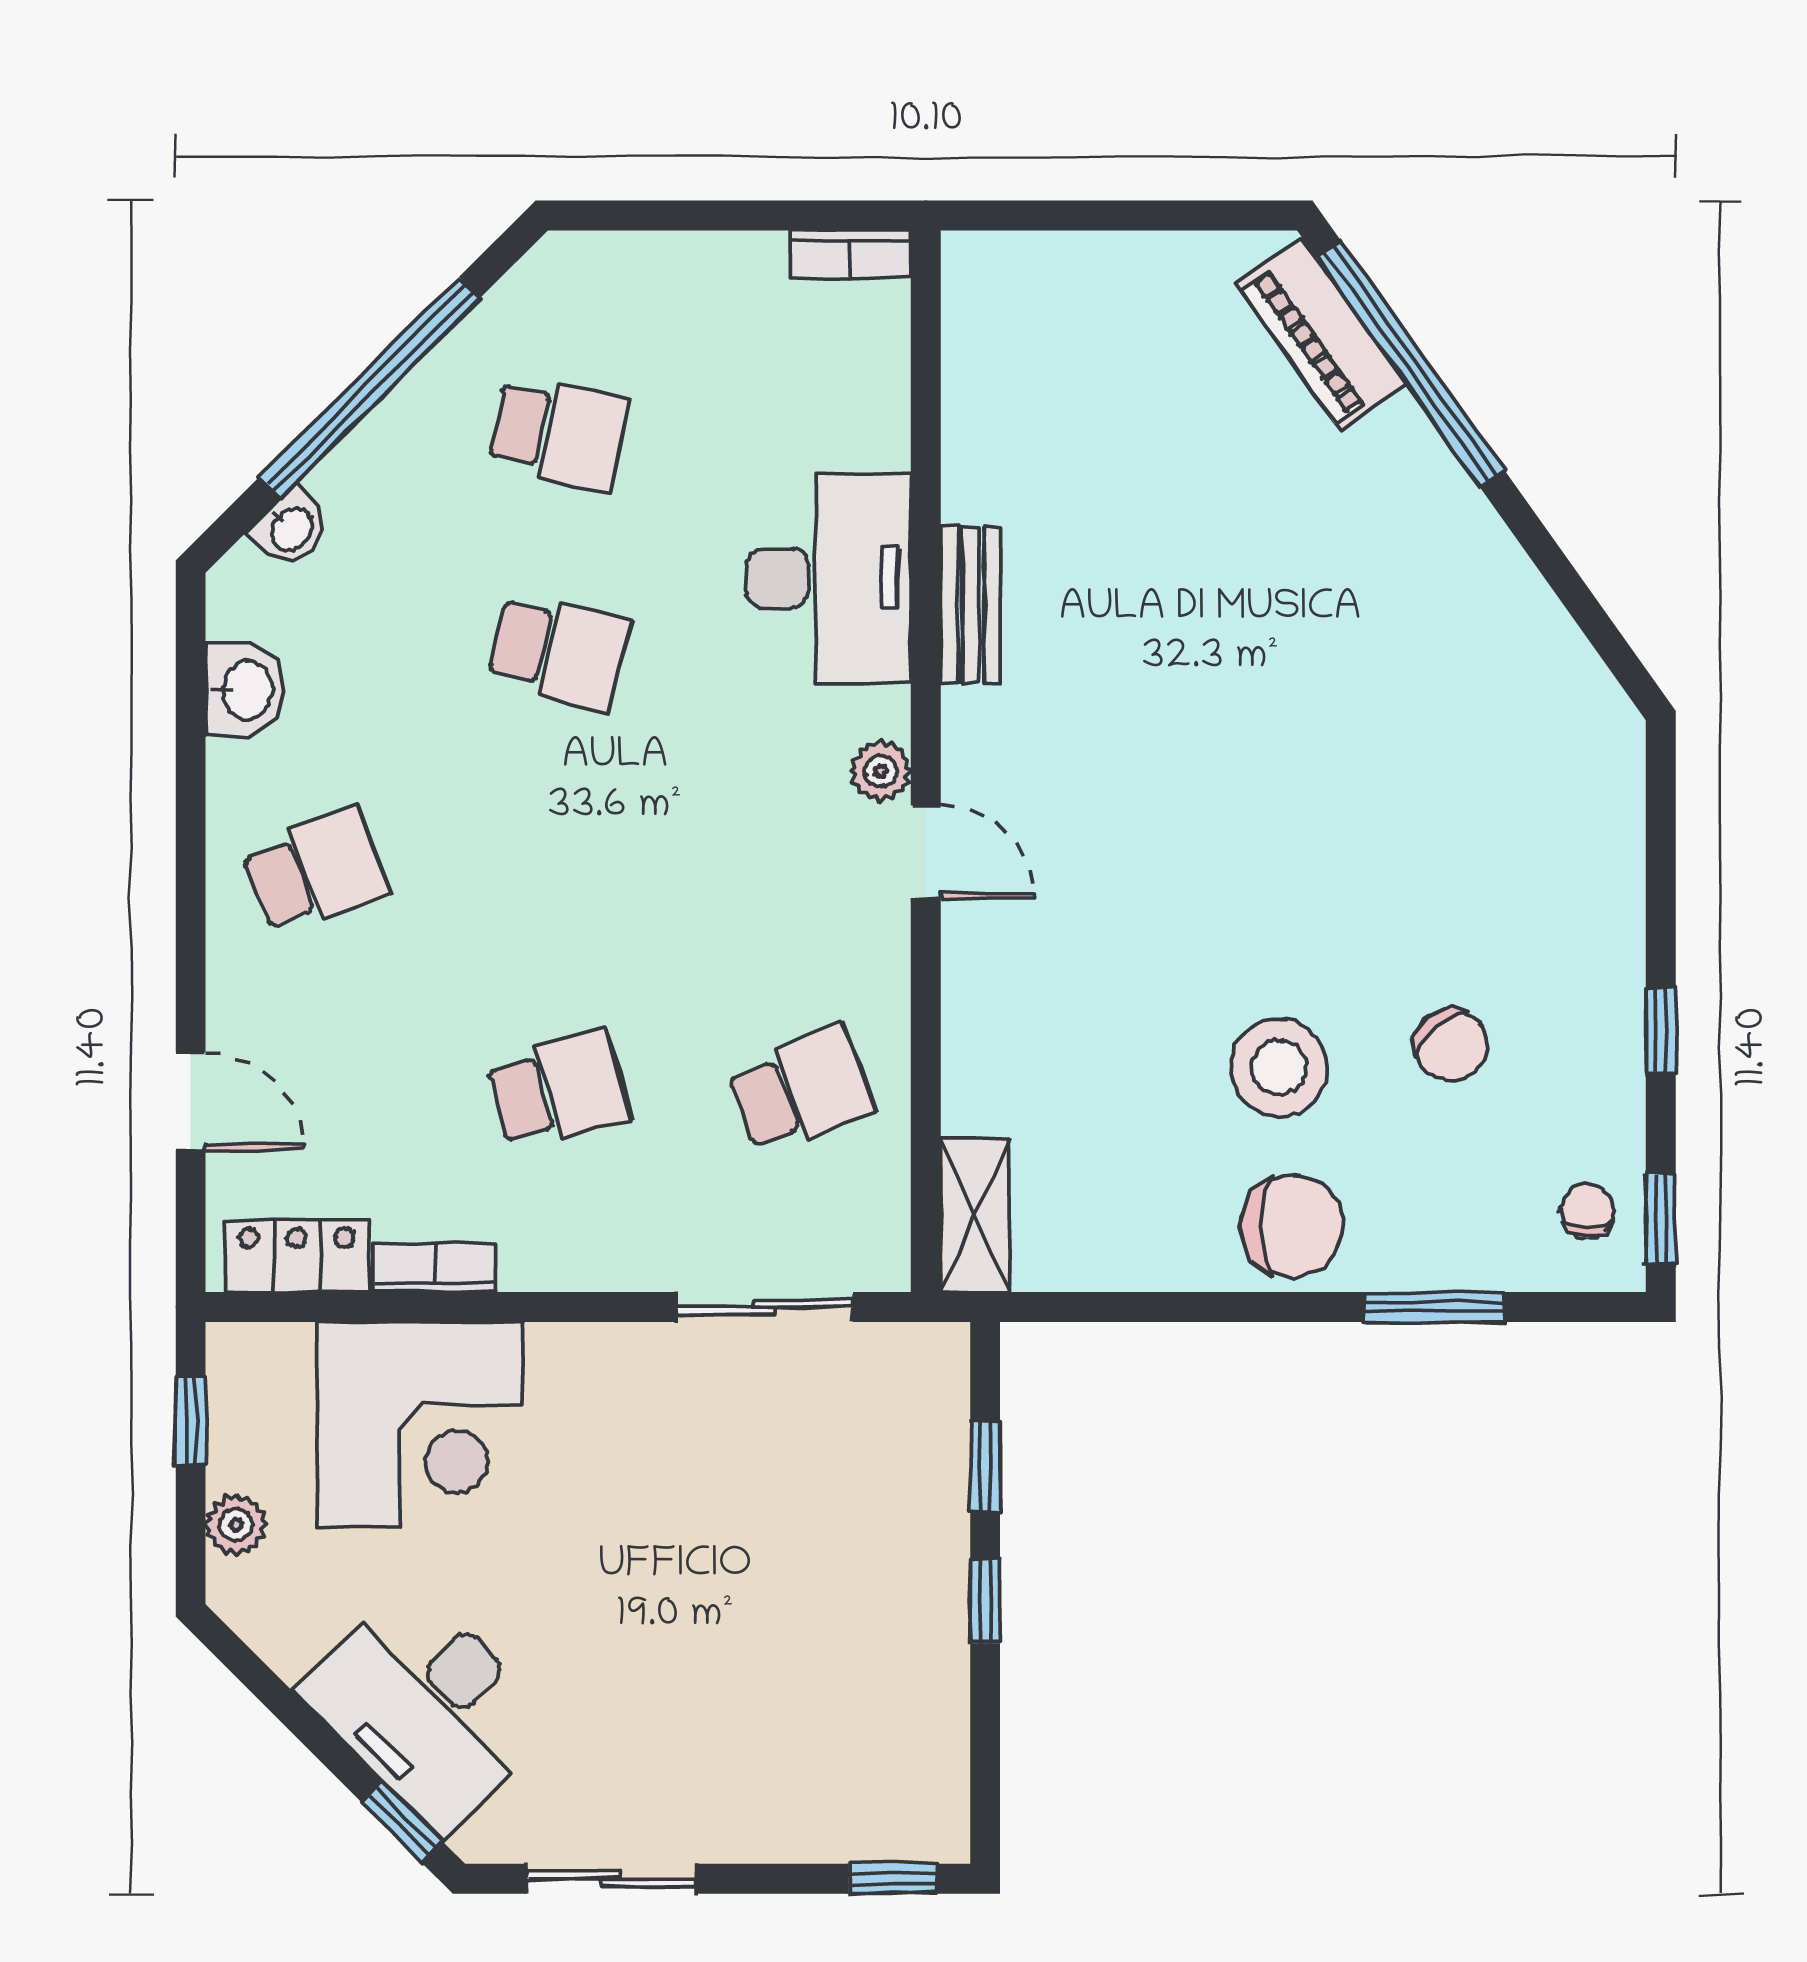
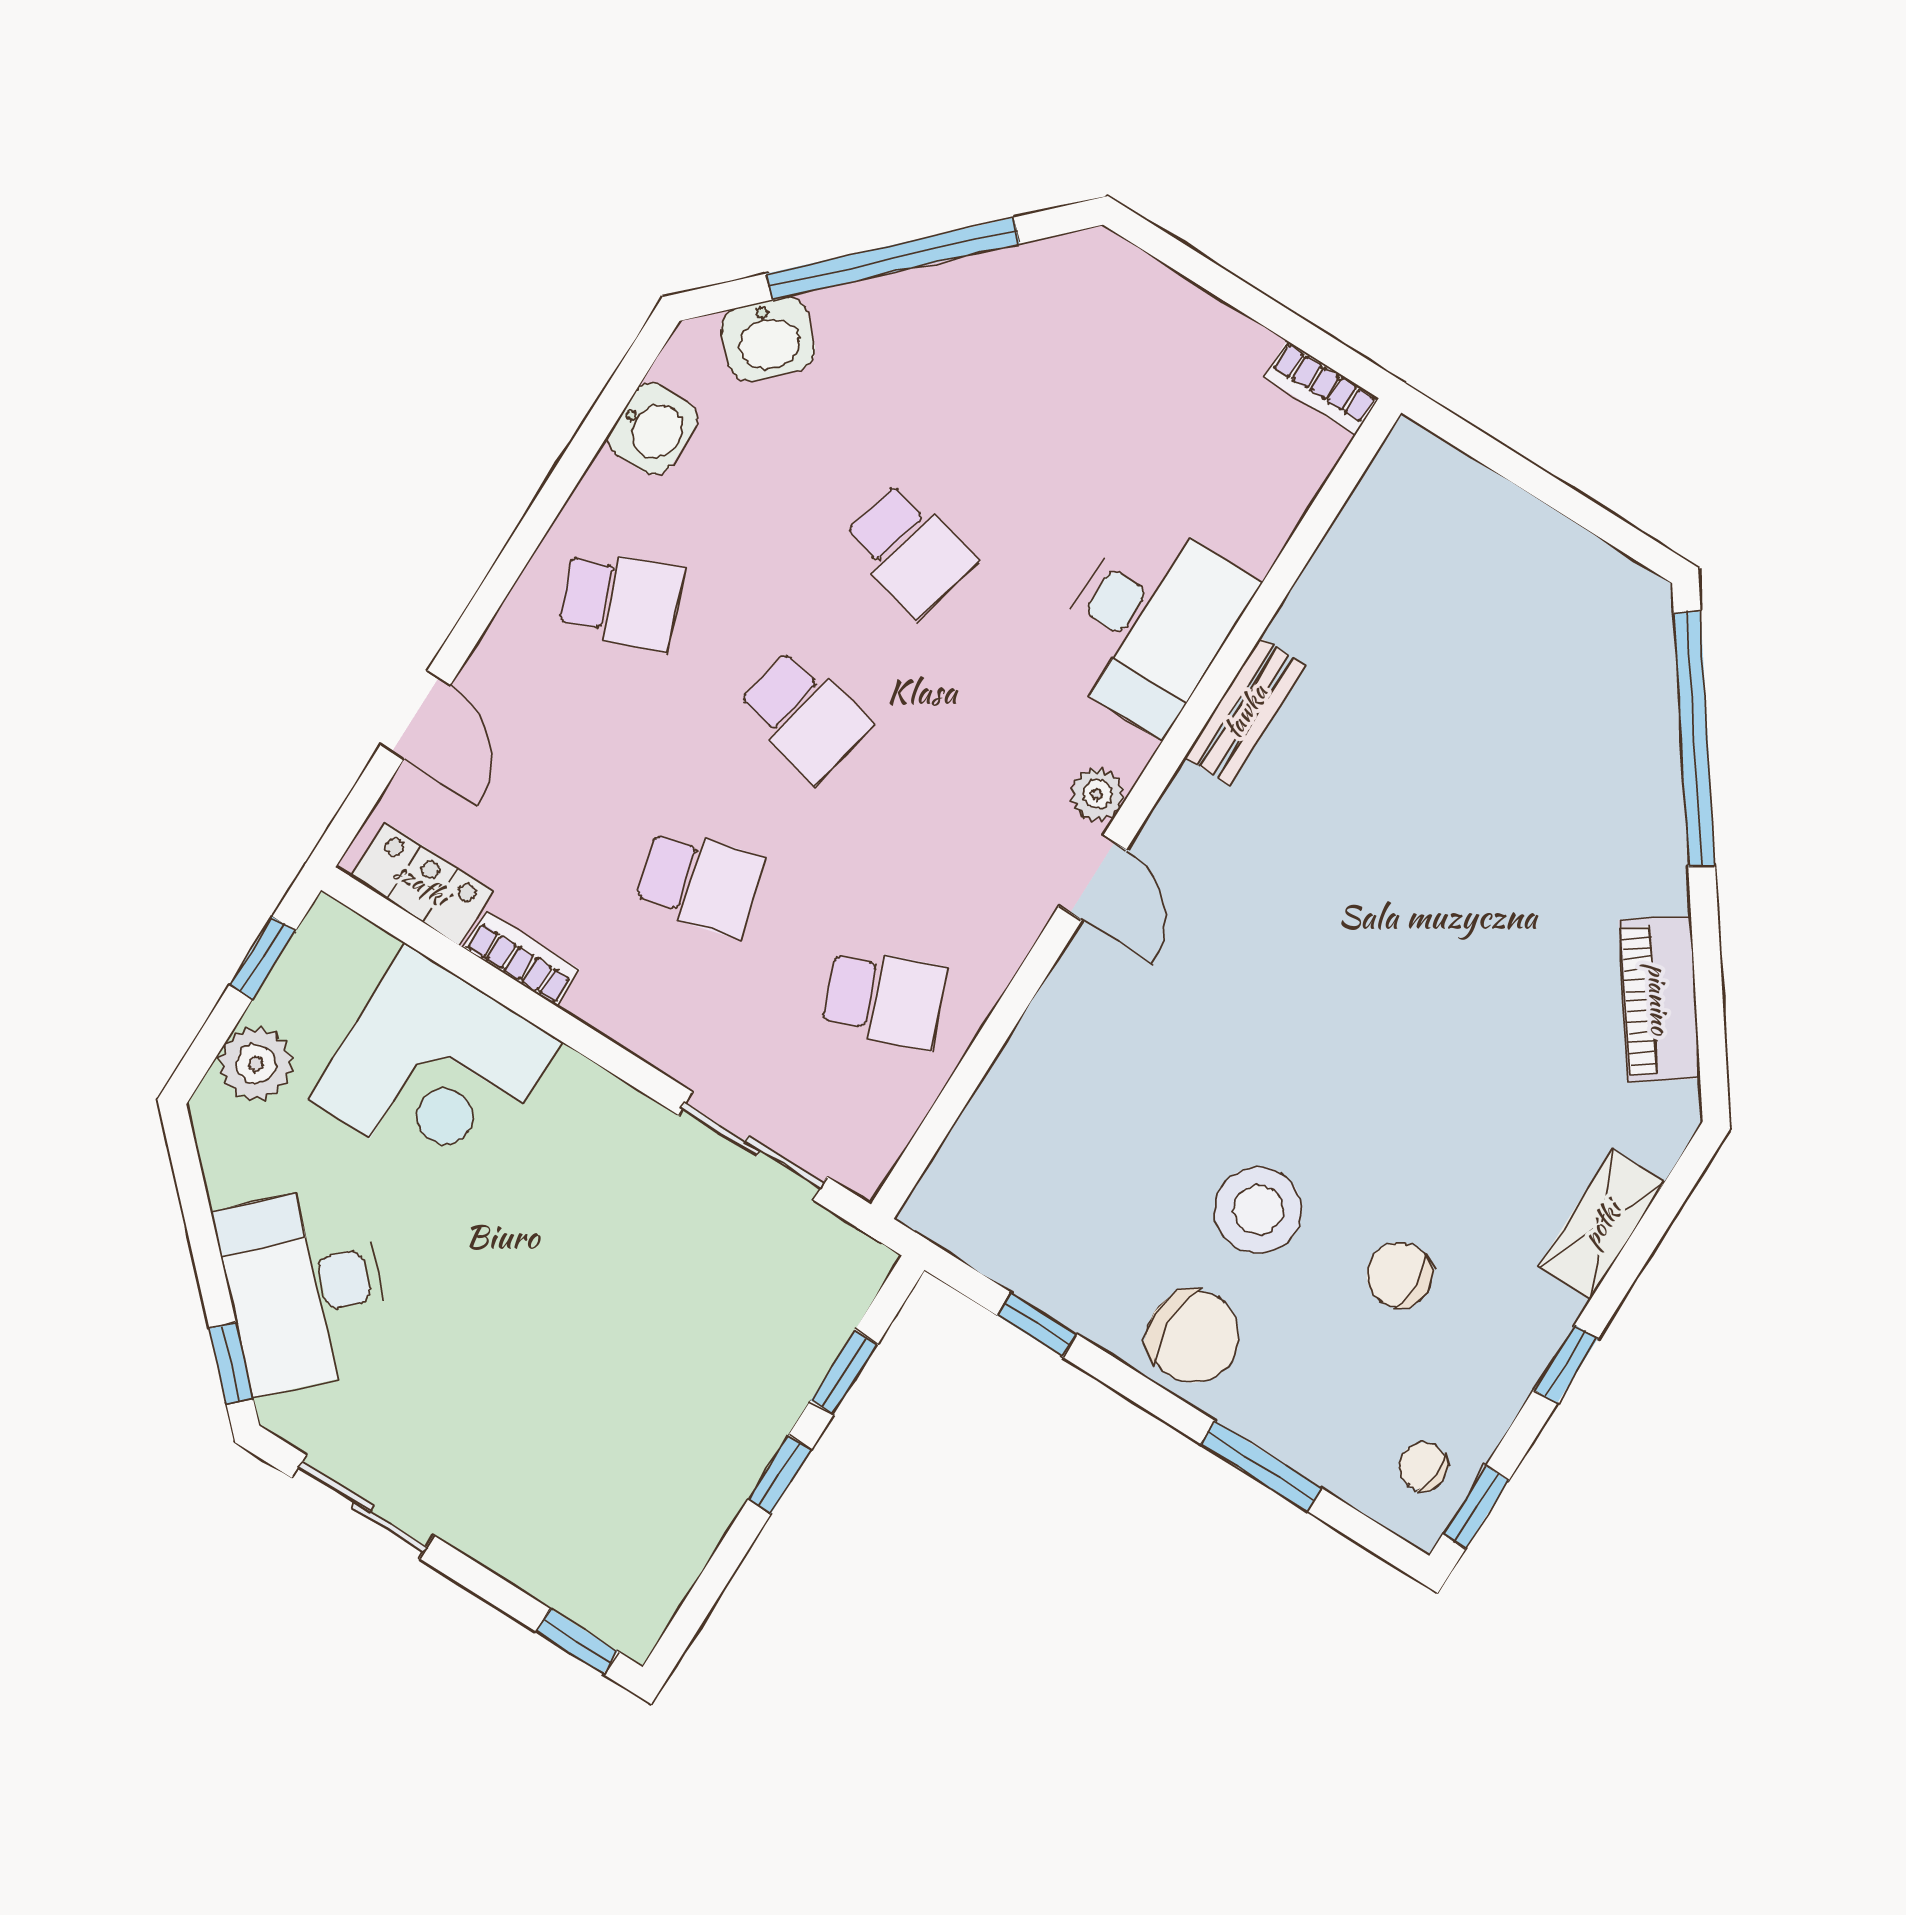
piano: (1321, 334) -> (1659, 999), moved
school desk: (558, 433) -> (805, 716), moved
washbasin: (291, 528) -> (768, 339), width x1.38, depth x1.45
chair: (1451, 1045) -> (1399, 1275), turned 129
chair: (1587, 1211) -> (1423, 1466), turned -85
shelving: (975, 1215) -> (1601, 1224), moved
window: (1138, 1307) -> (1037, 1325), added
plant: (236, 1525) -> (256, 1064), width x1.38, depth x1.38

